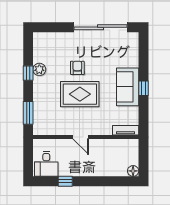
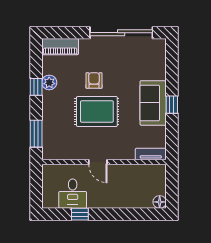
piano: (49, 39) -> (60, 47), added
desk: (46, 164) -> (73, 194), moved

